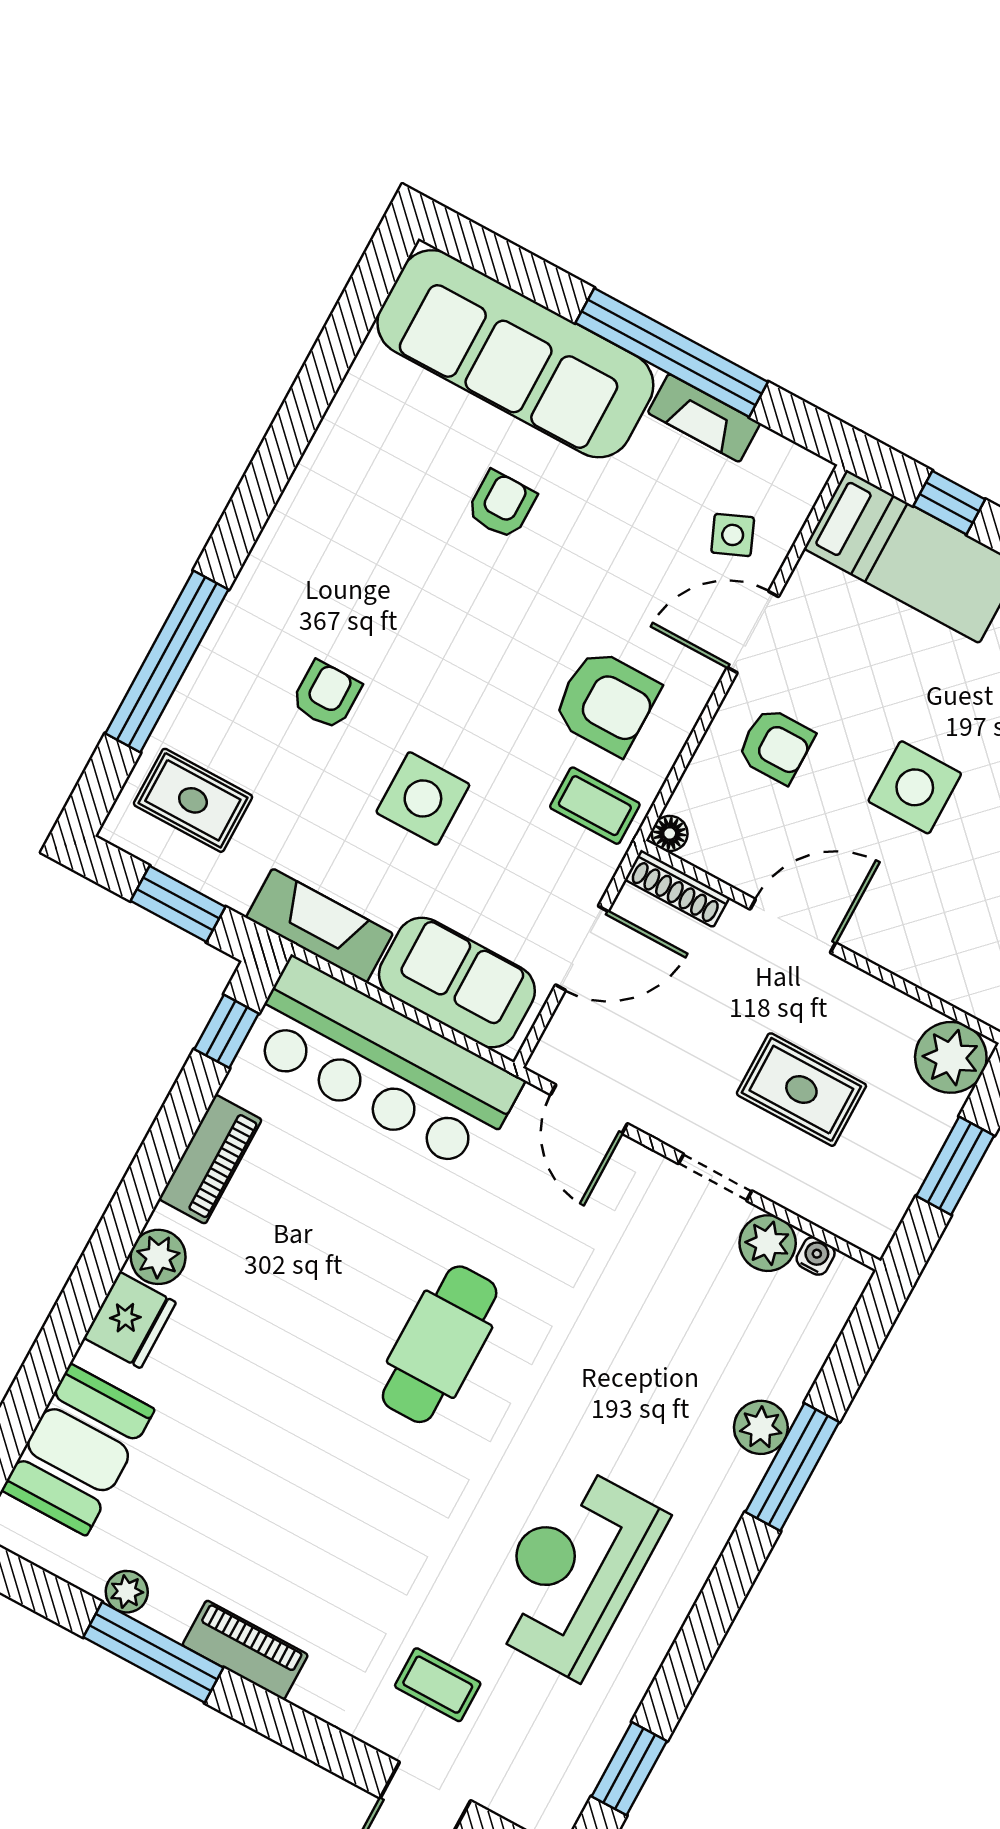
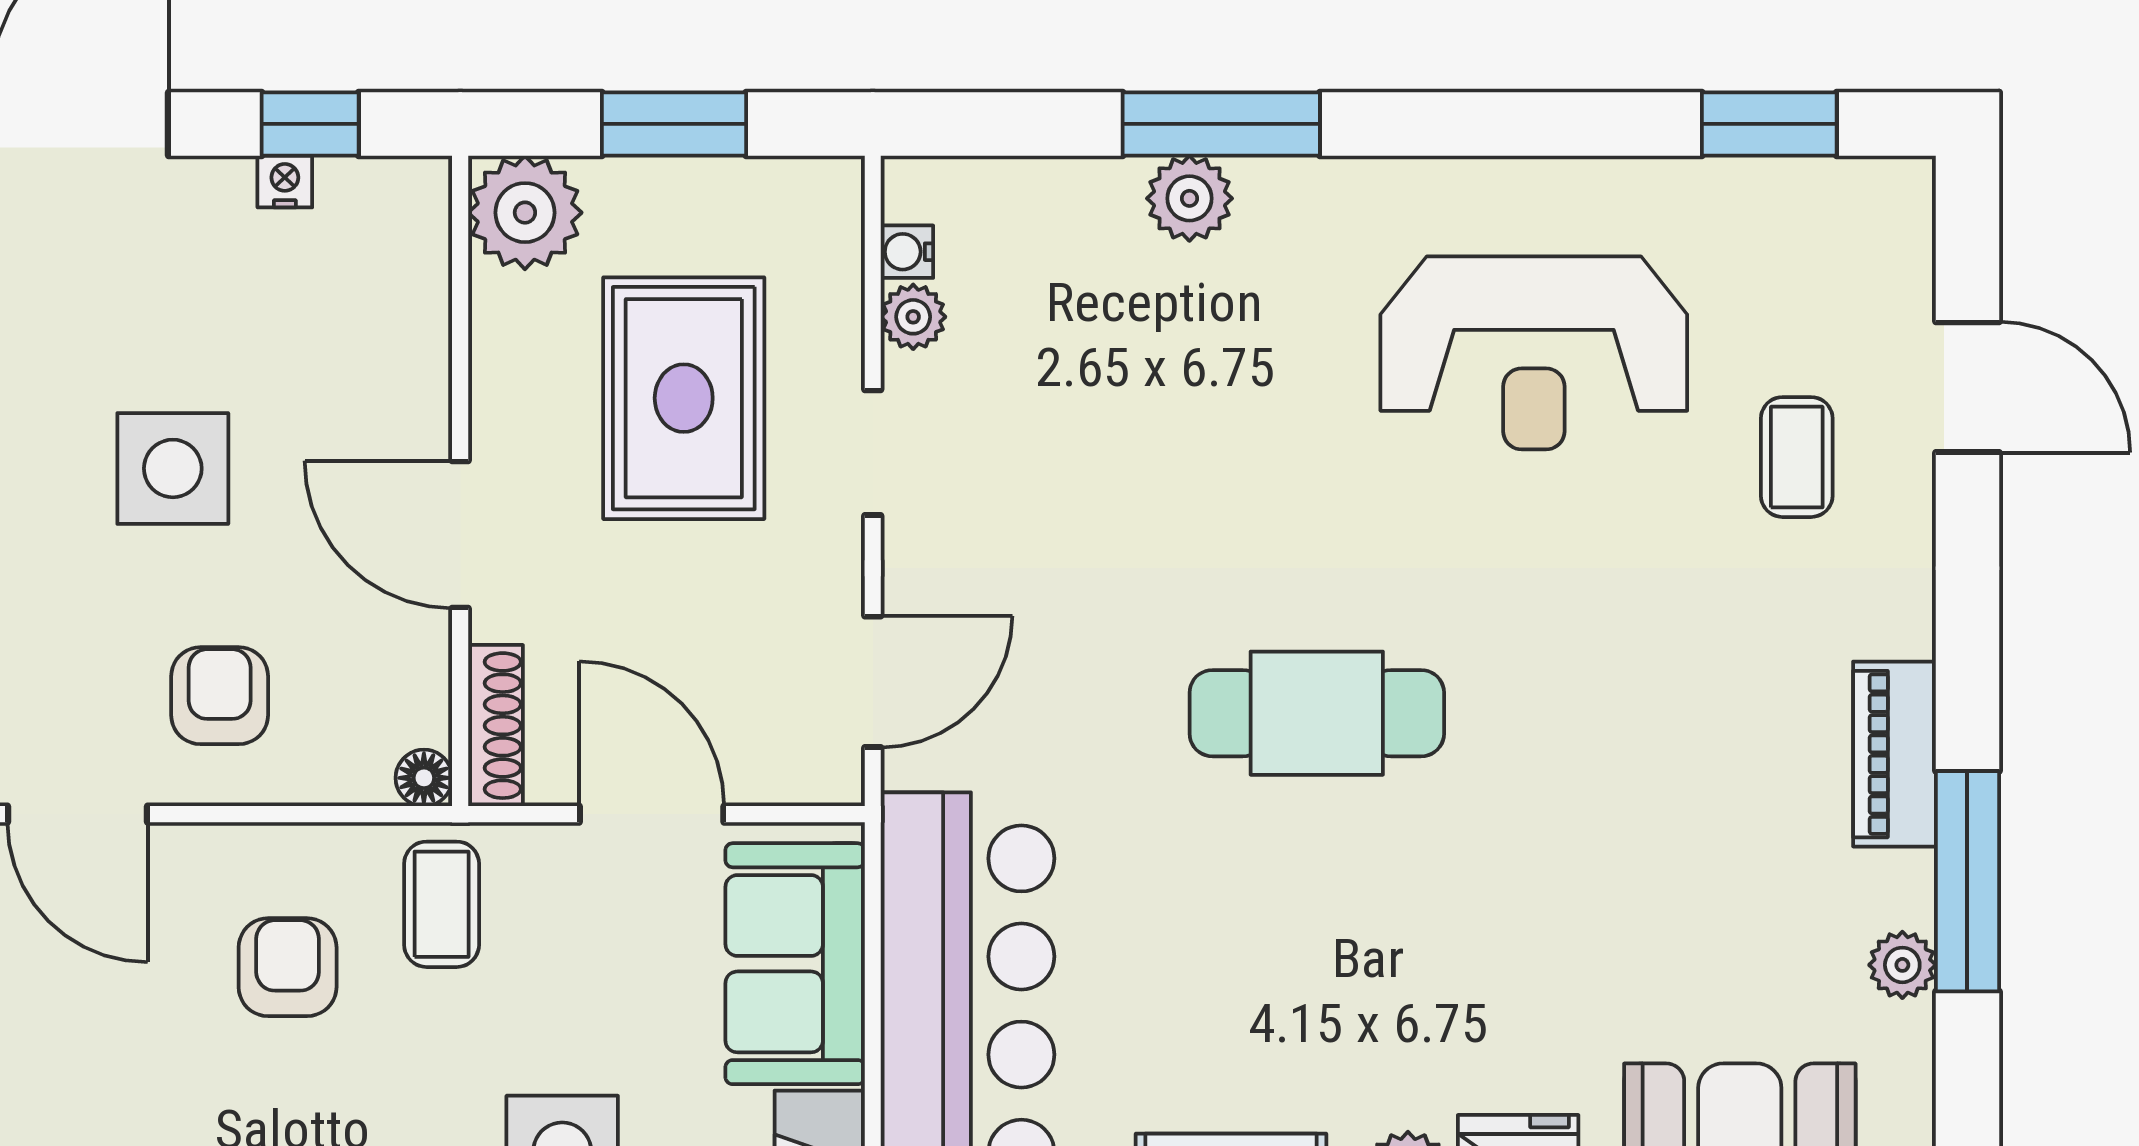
armchair: (606, 702) -> (288, 967), width x0.72, depth x0.72
rug: (801, 1090) -> (684, 398), width x1.36, depth x1.43
plant: (768, 1243) -> (913, 317), width x0.73, depth x0.73

